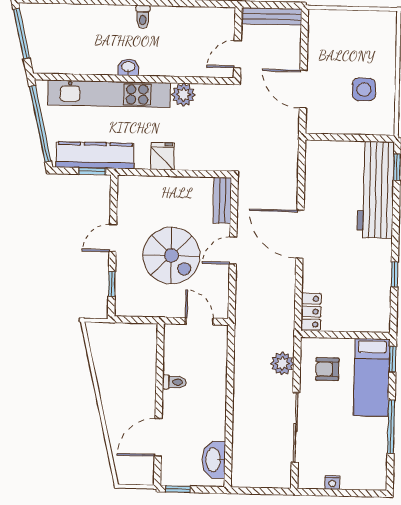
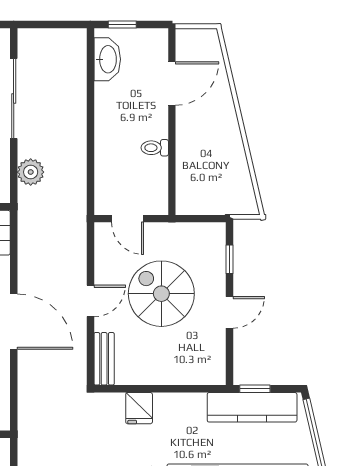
fridge: (163, 156) -> (139, 408), moved
window: (178, 489) -> (122, 24), moved

